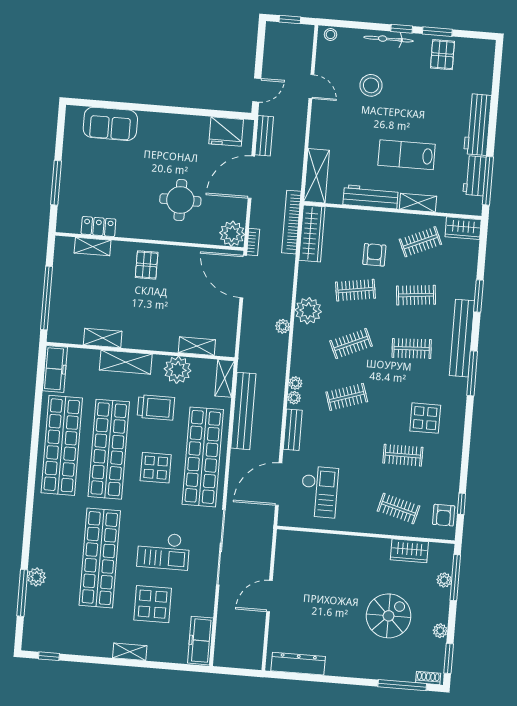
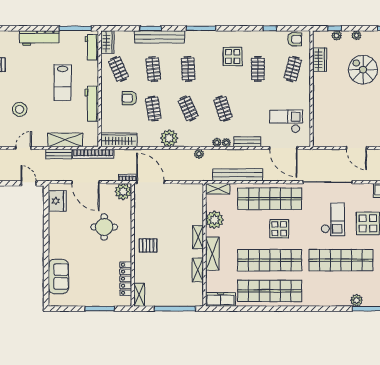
bench: (264, 136) -> (59, 154), moved
shelving: (316, 176) -> (65, 140), moved
workbench: (475, 176) -> (92, 47), moved, turned 90
shelving: (418, 203) -> (93, 73), removed
bookcase: (291, 222) -> (93, 154), moved
locker: (98, 227) -> (126, 279), width x1.53
shelving: (93, 247) -> (139, 295), moved
door: (243, 277) -> (151, 182), swing flipped
plant: (283, 326) -> (199, 154), moved
bench: (462, 338) -> (159, 37), moved
shelving: (197, 346) -> (198, 237), moved
trolley: (156, 408) -> (240, 232), removed
window: (461, 504) -> (270, 28), moved
window: (455, 578) -> (335, 28), width x0.46
plant: (440, 631) -> (356, 35), moved

